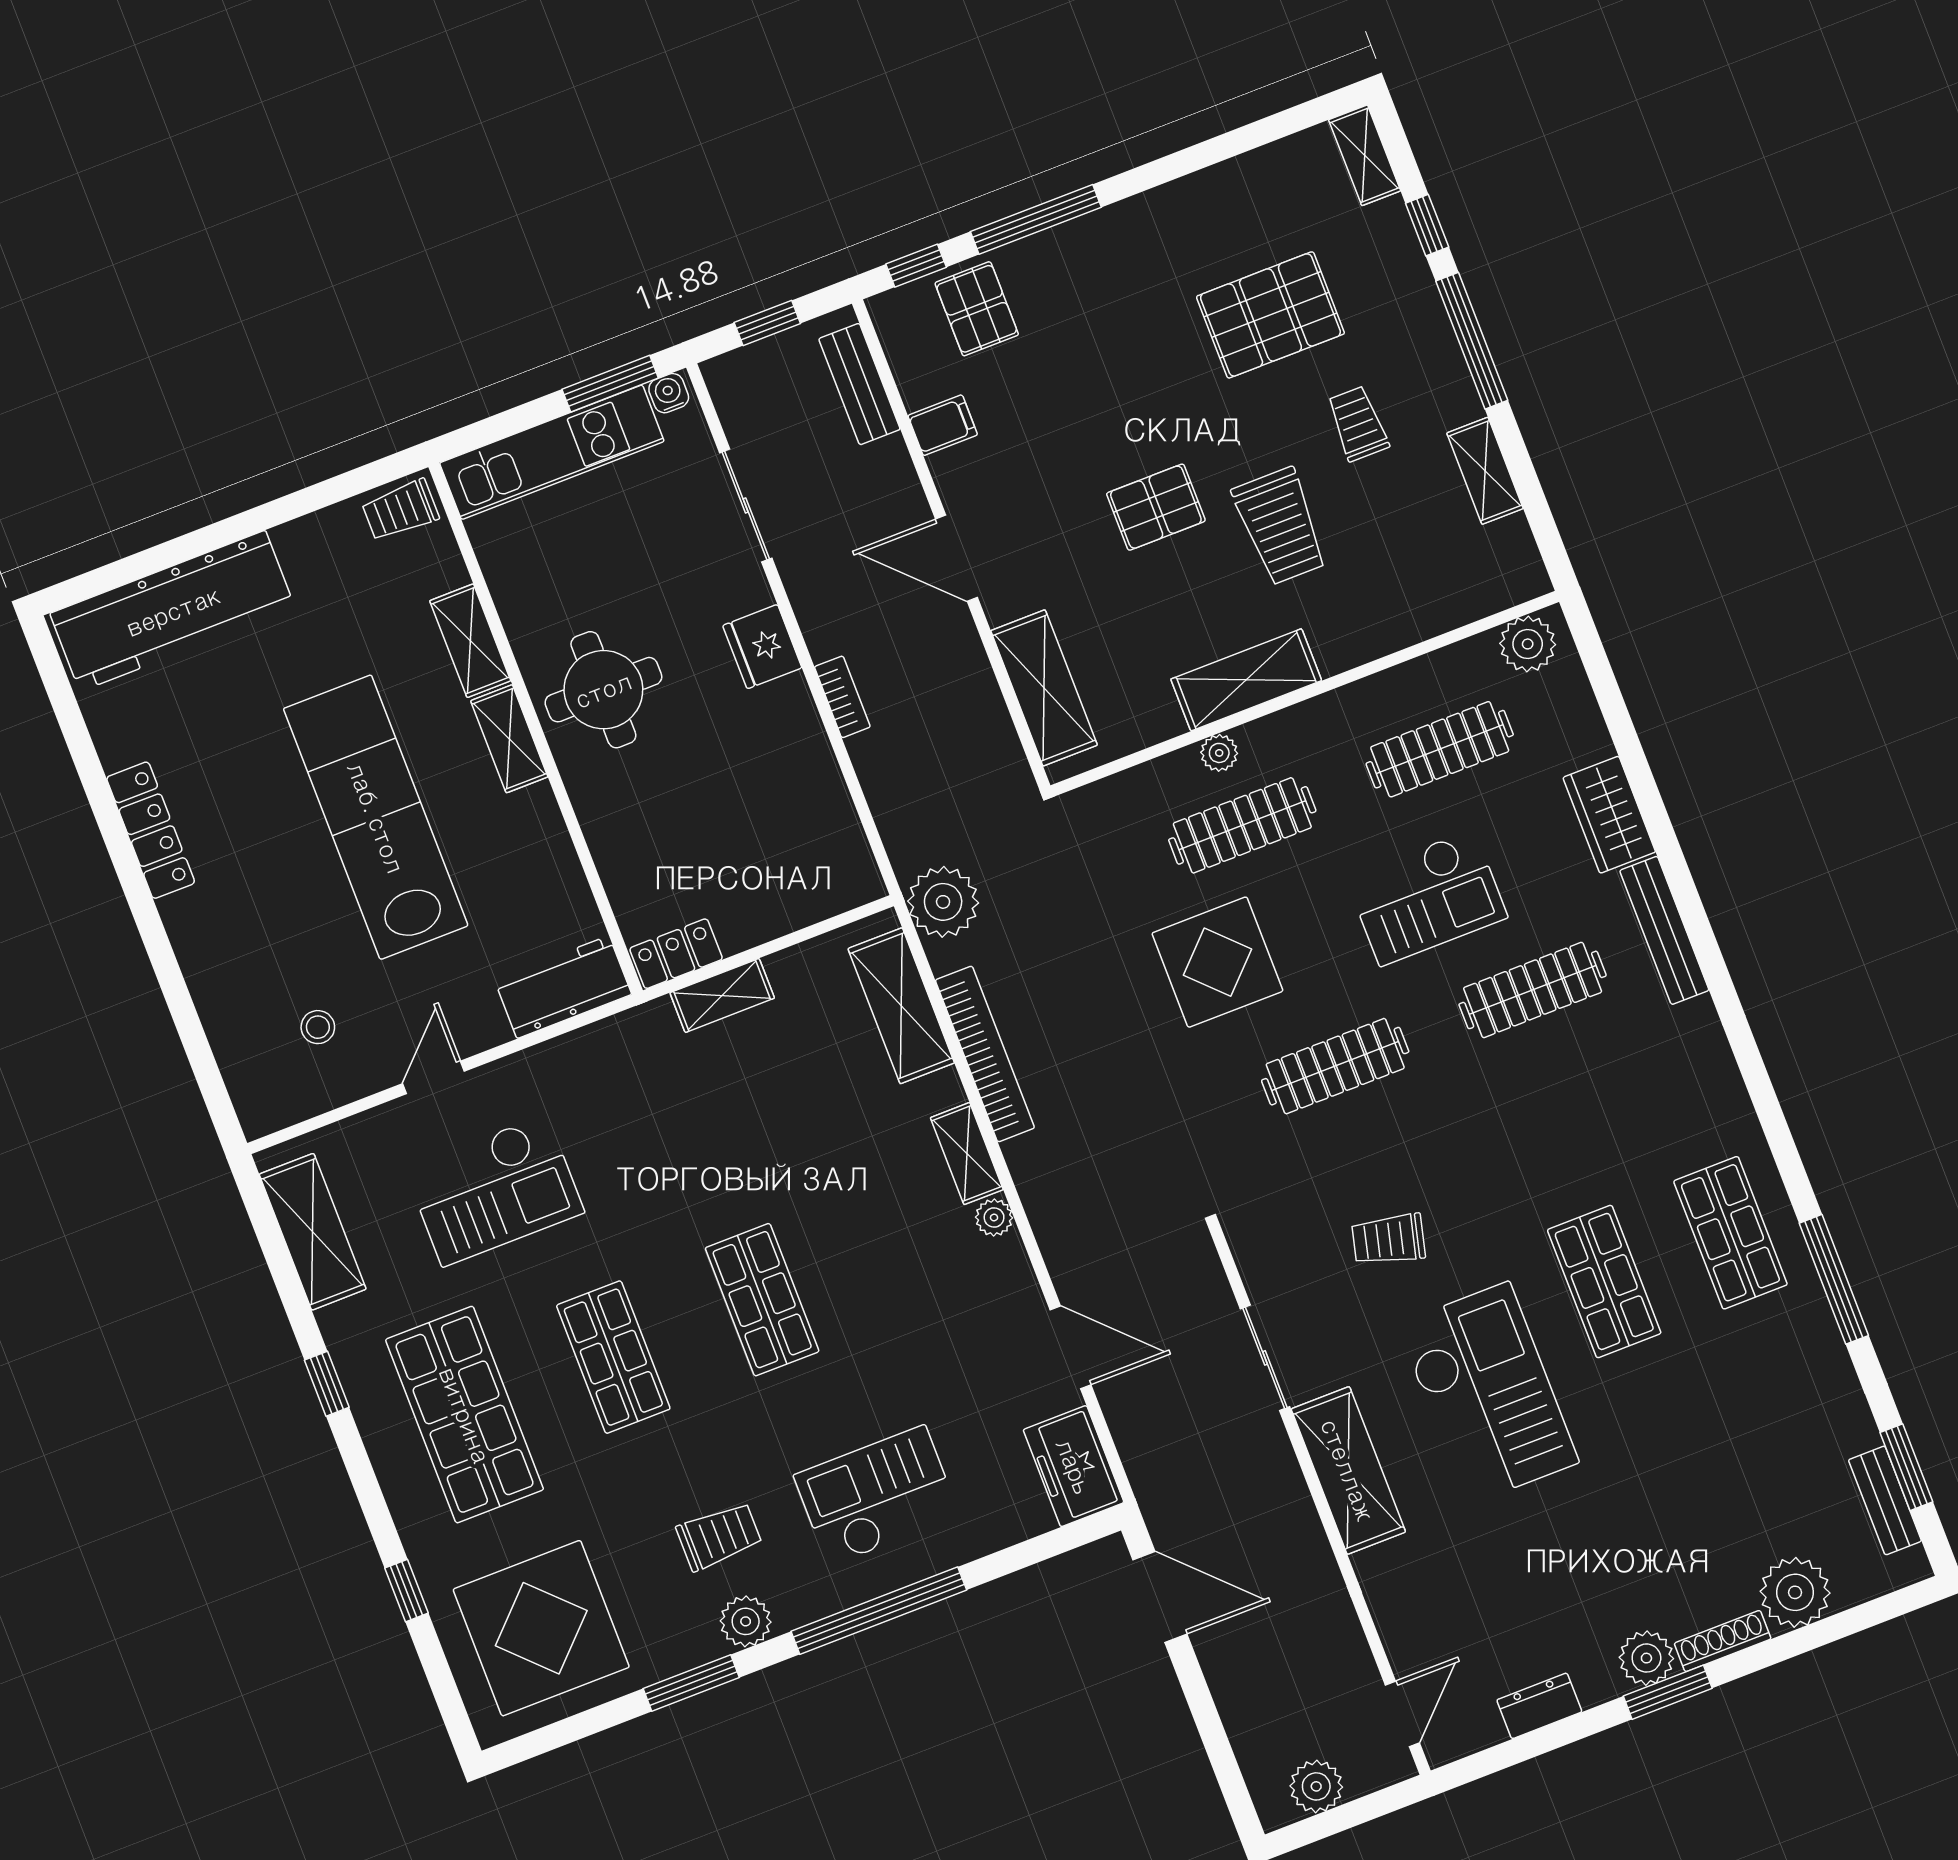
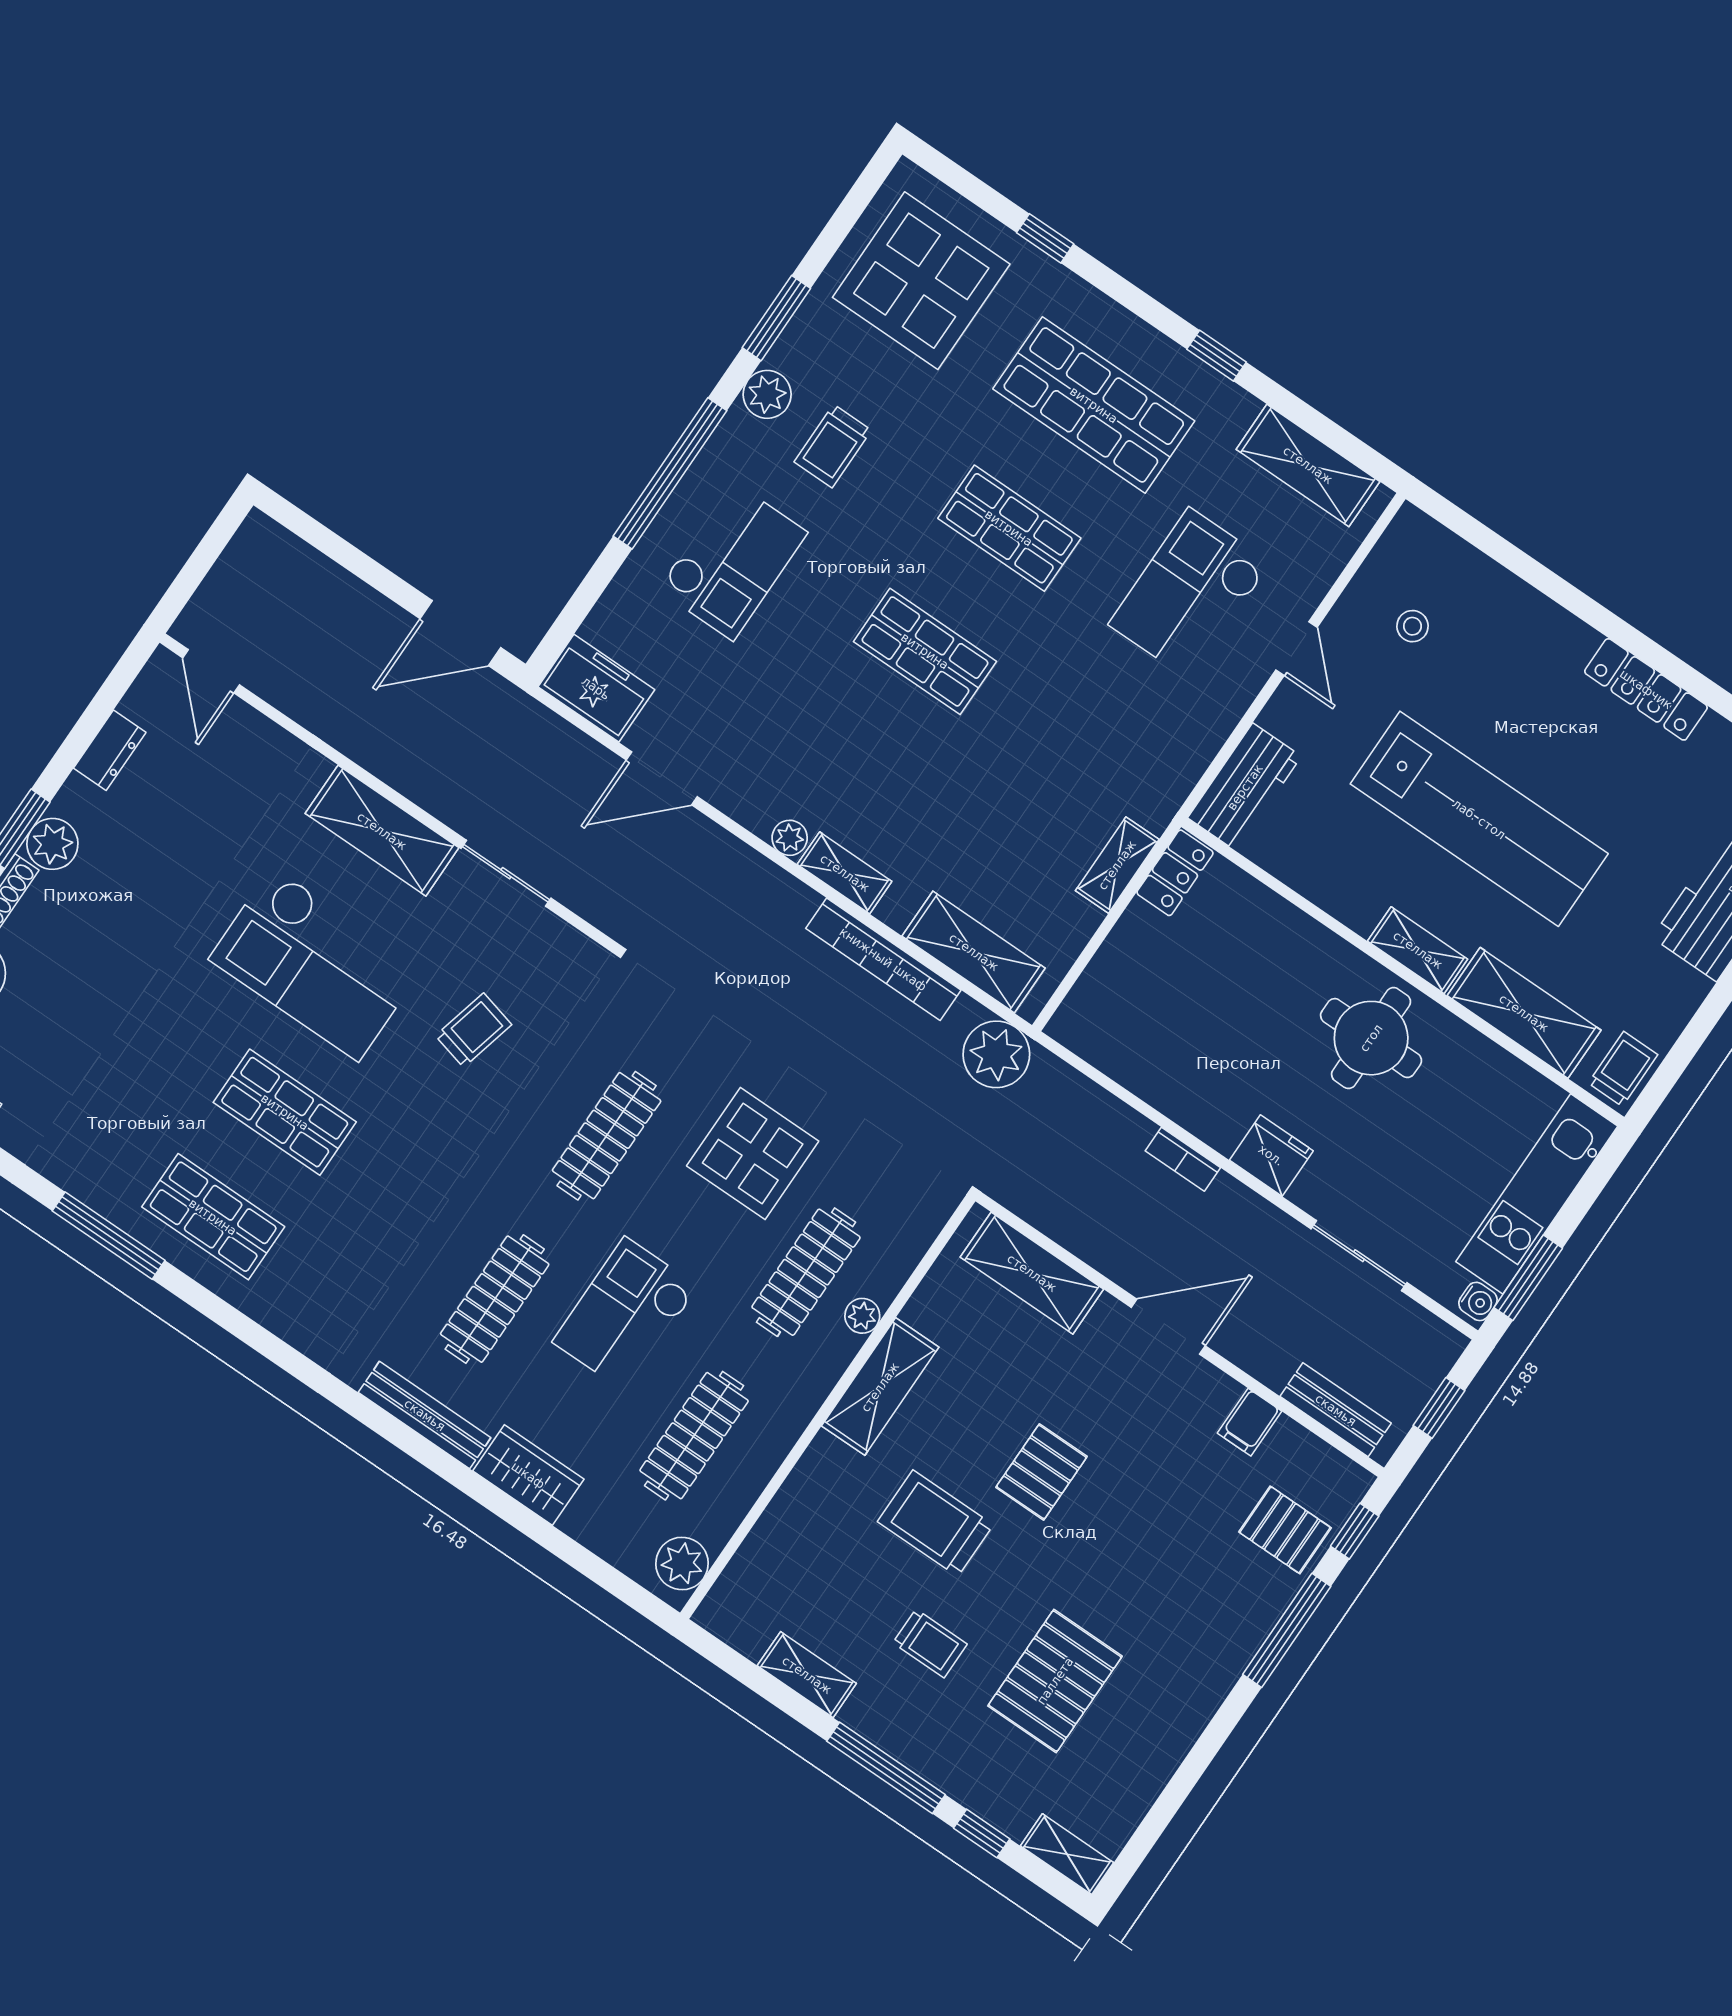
shelving: (470, 641) -> (1524, 1013), width x1.50, depth x1.33
plant: (1316, 1786) -> (239, 570), removed

